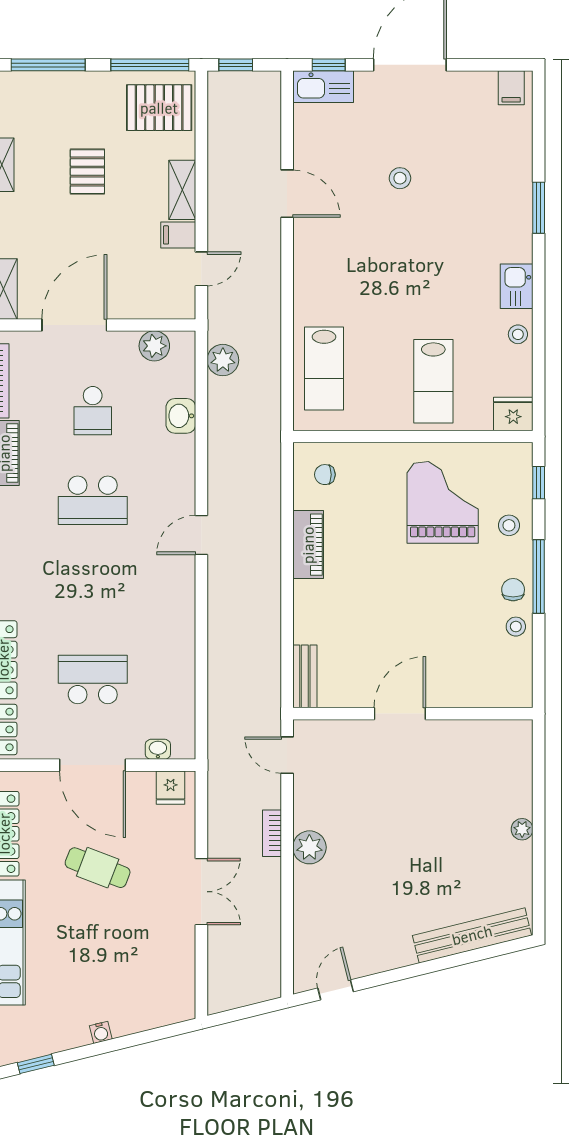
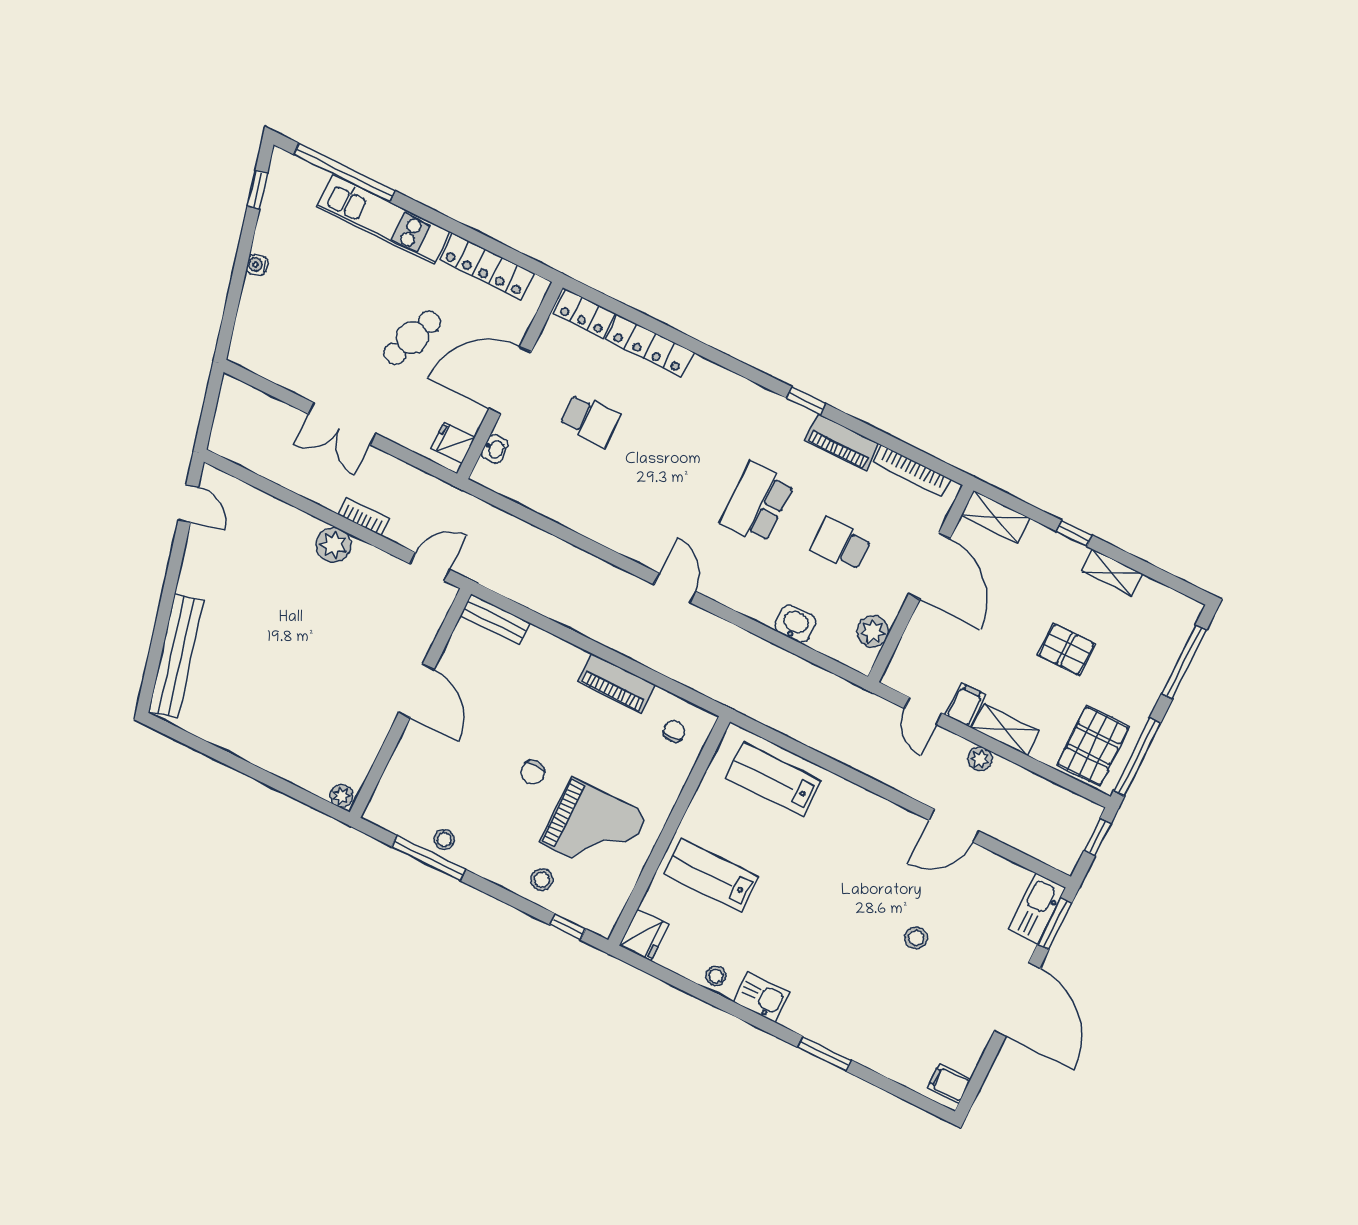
window: (329, 65) -> (1055, 924), width x1.50
plant: (223, 360) -> (980, 759), moved, width x0.73, depth x0.73
window: (539, 577) -> (429, 858), moved
chair: (513, 590) -> (533, 772), moved, turned 90
school desk: (93, 680) -> (590, 420), width x0.54
plant: (522, 829) -> (341, 796), moved

